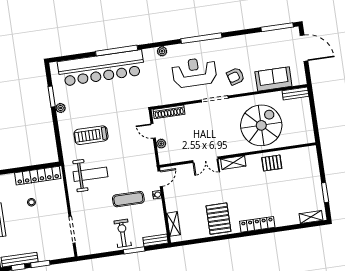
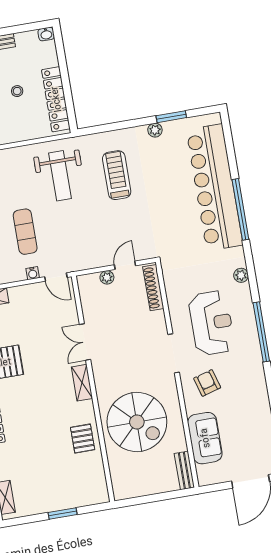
window: (325, 193) -> (63, 514), moved

